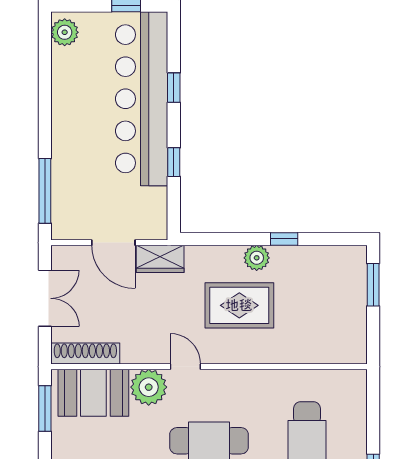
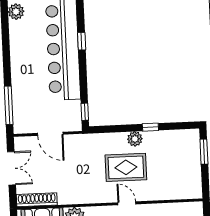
window: (174, 162) -> (85, 112), moved
wardrobe: (160, 259) -> (78, 142), removed
door: (185, 367) -> (127, 203), moved

